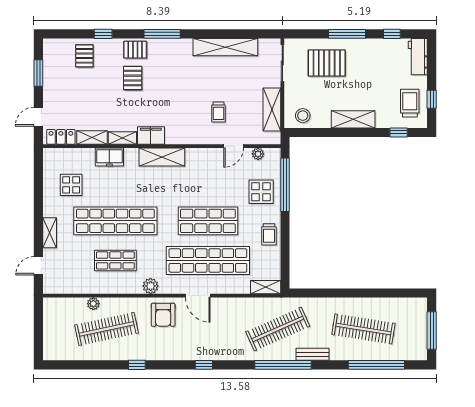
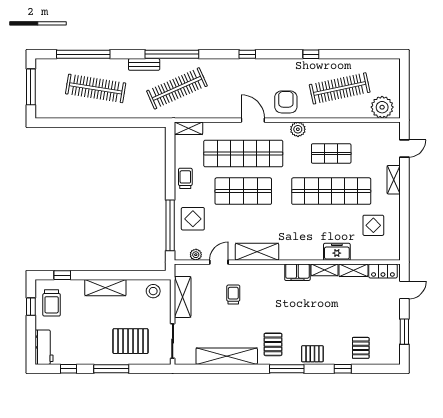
pallet: (133, 78) -> (273, 344), moved
shelving: (162, 157) -> (257, 252), moved
plant: (93, 304) -> (382, 107), moved, width x1.87, depth x1.87

